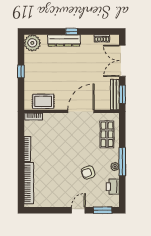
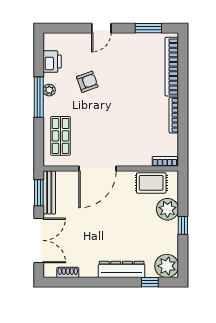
window: (72, 31) -> (150, 282), moved
plant: (32, 83) -> (167, 209), added
window: (103, 210) -> (148, 28), moved

